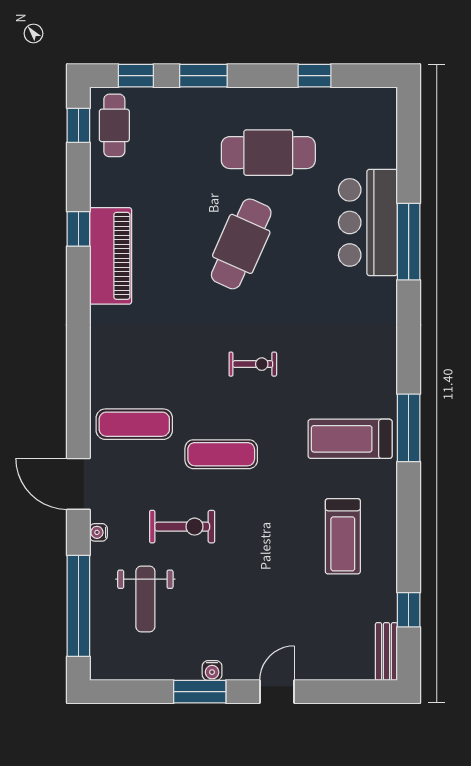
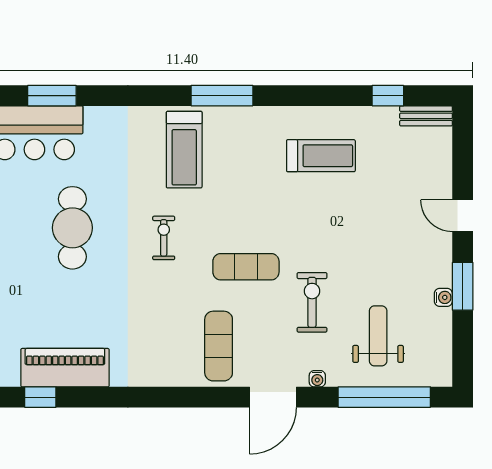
window: (409, 242) -> (52, 96), width x0.69
cafe table: (241, 244) -> (72, 228), moved, turned 66
treadmill: (350, 439) -> (184, 150), moved
exercise mat: (221, 454) -> (246, 267), turned 90
weight bench: (145, 599) -> (378, 336), turned -90
water cooler: (212, 671) -> (443, 297), moved

